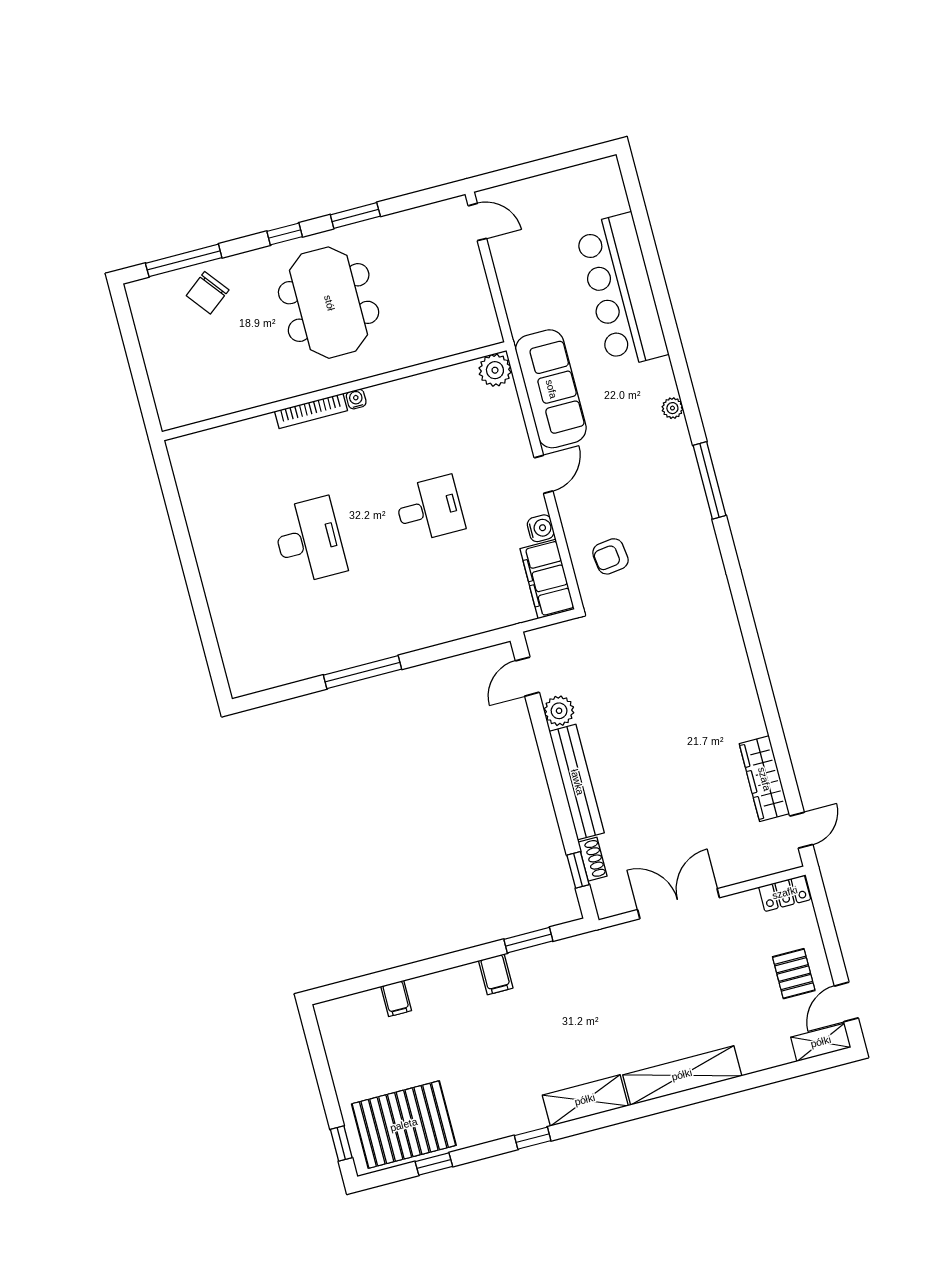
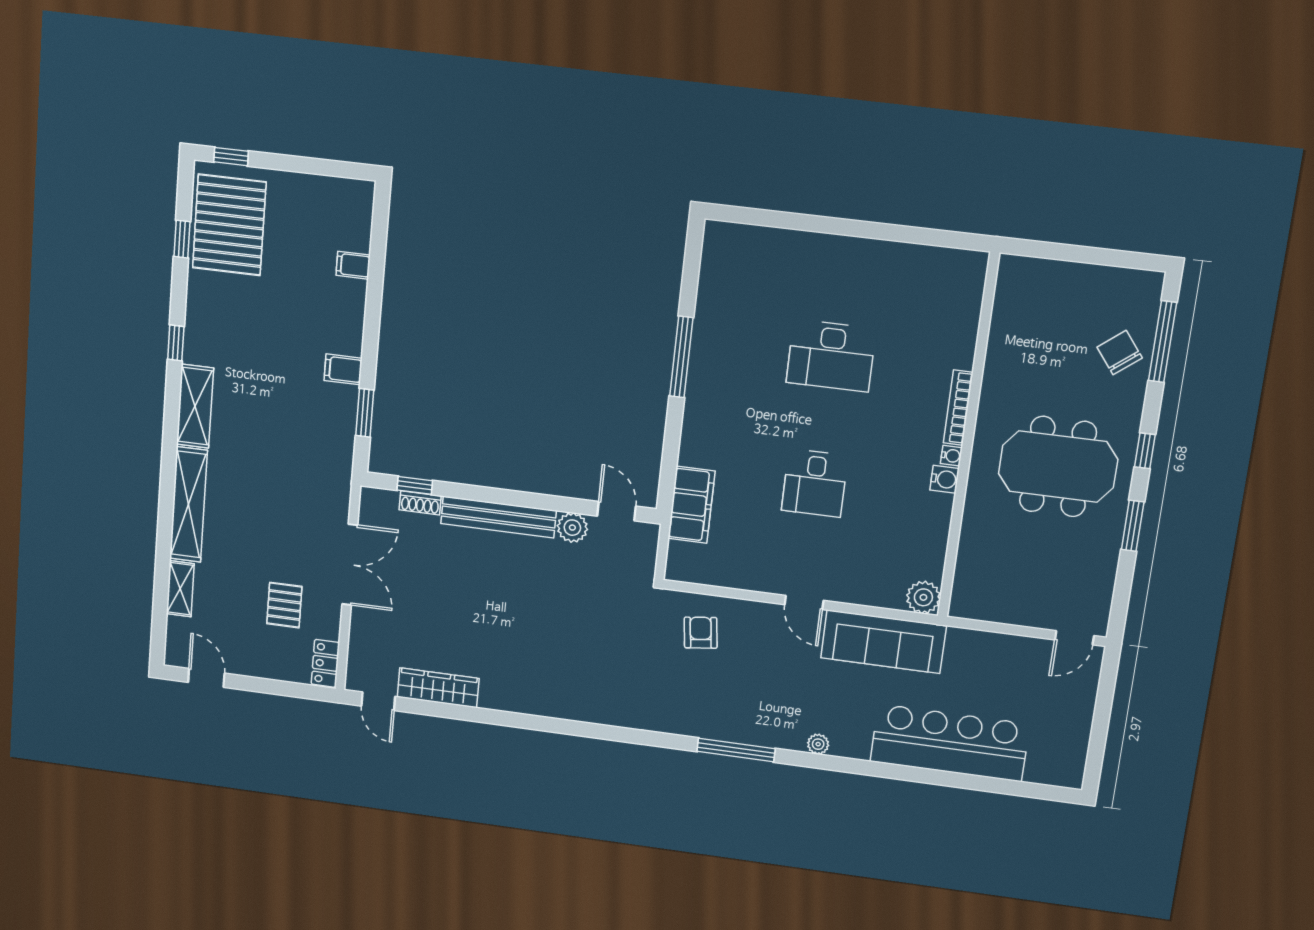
water cooler: (541, 528) -> (944, 479), moved, turned -90
filing cabinet: (547, 579) -> (691, 505), moved, turned 90
pallet: (794, 974) -> (284, 605), moved, turned 90
shelving: (821, 1042) -> (180, 589), moved

